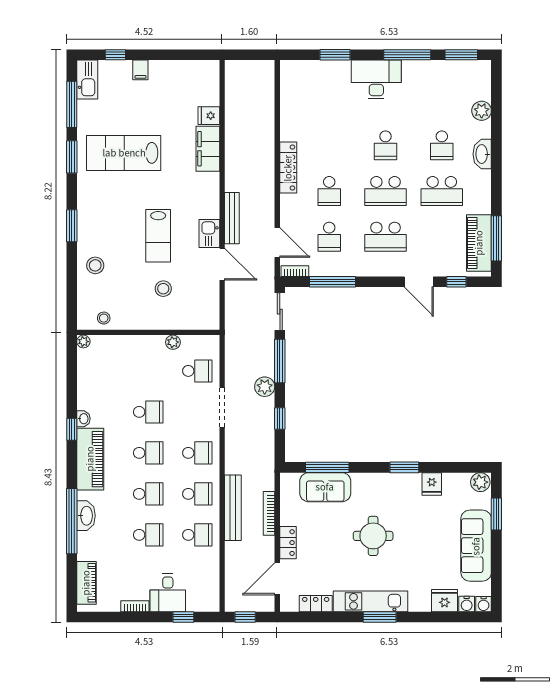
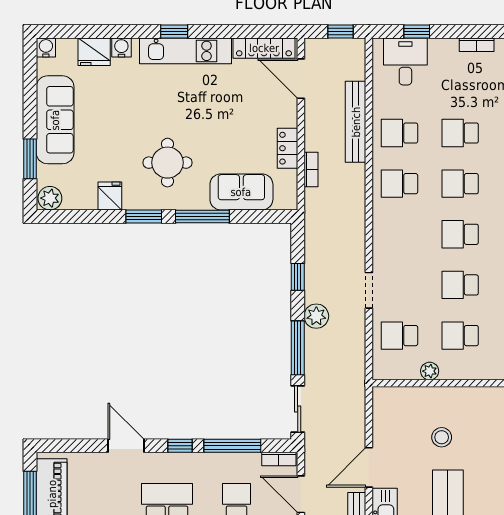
door: (222, 264) -> (369, 467), hinge flipped
window: (456, 282) -> (180, 446), moved
doorway: (222, 408) -> (369, 290), width x0.73
school desk: (197, 453) -> (460, 336), moved
window: (327, 467) -> (202, 216), moved
bench: (233, 508) -> (356, 122), moved
bookcase: (269, 513) -> (311, 169), width x0.64
round table: (373, 536) -> (167, 163), moved
locker: (288, 543) -> (288, 148), moved
door: (277, 579) -> (301, 79), swing flipped
desk: (168, 593) -> (405, 61), moved
locker: (316, 604) -> (264, 48), width x1.53
water cooler: (467, 604) -> (121, 48), moved
window: (380, 617) -> (174, 32), width x0.67

